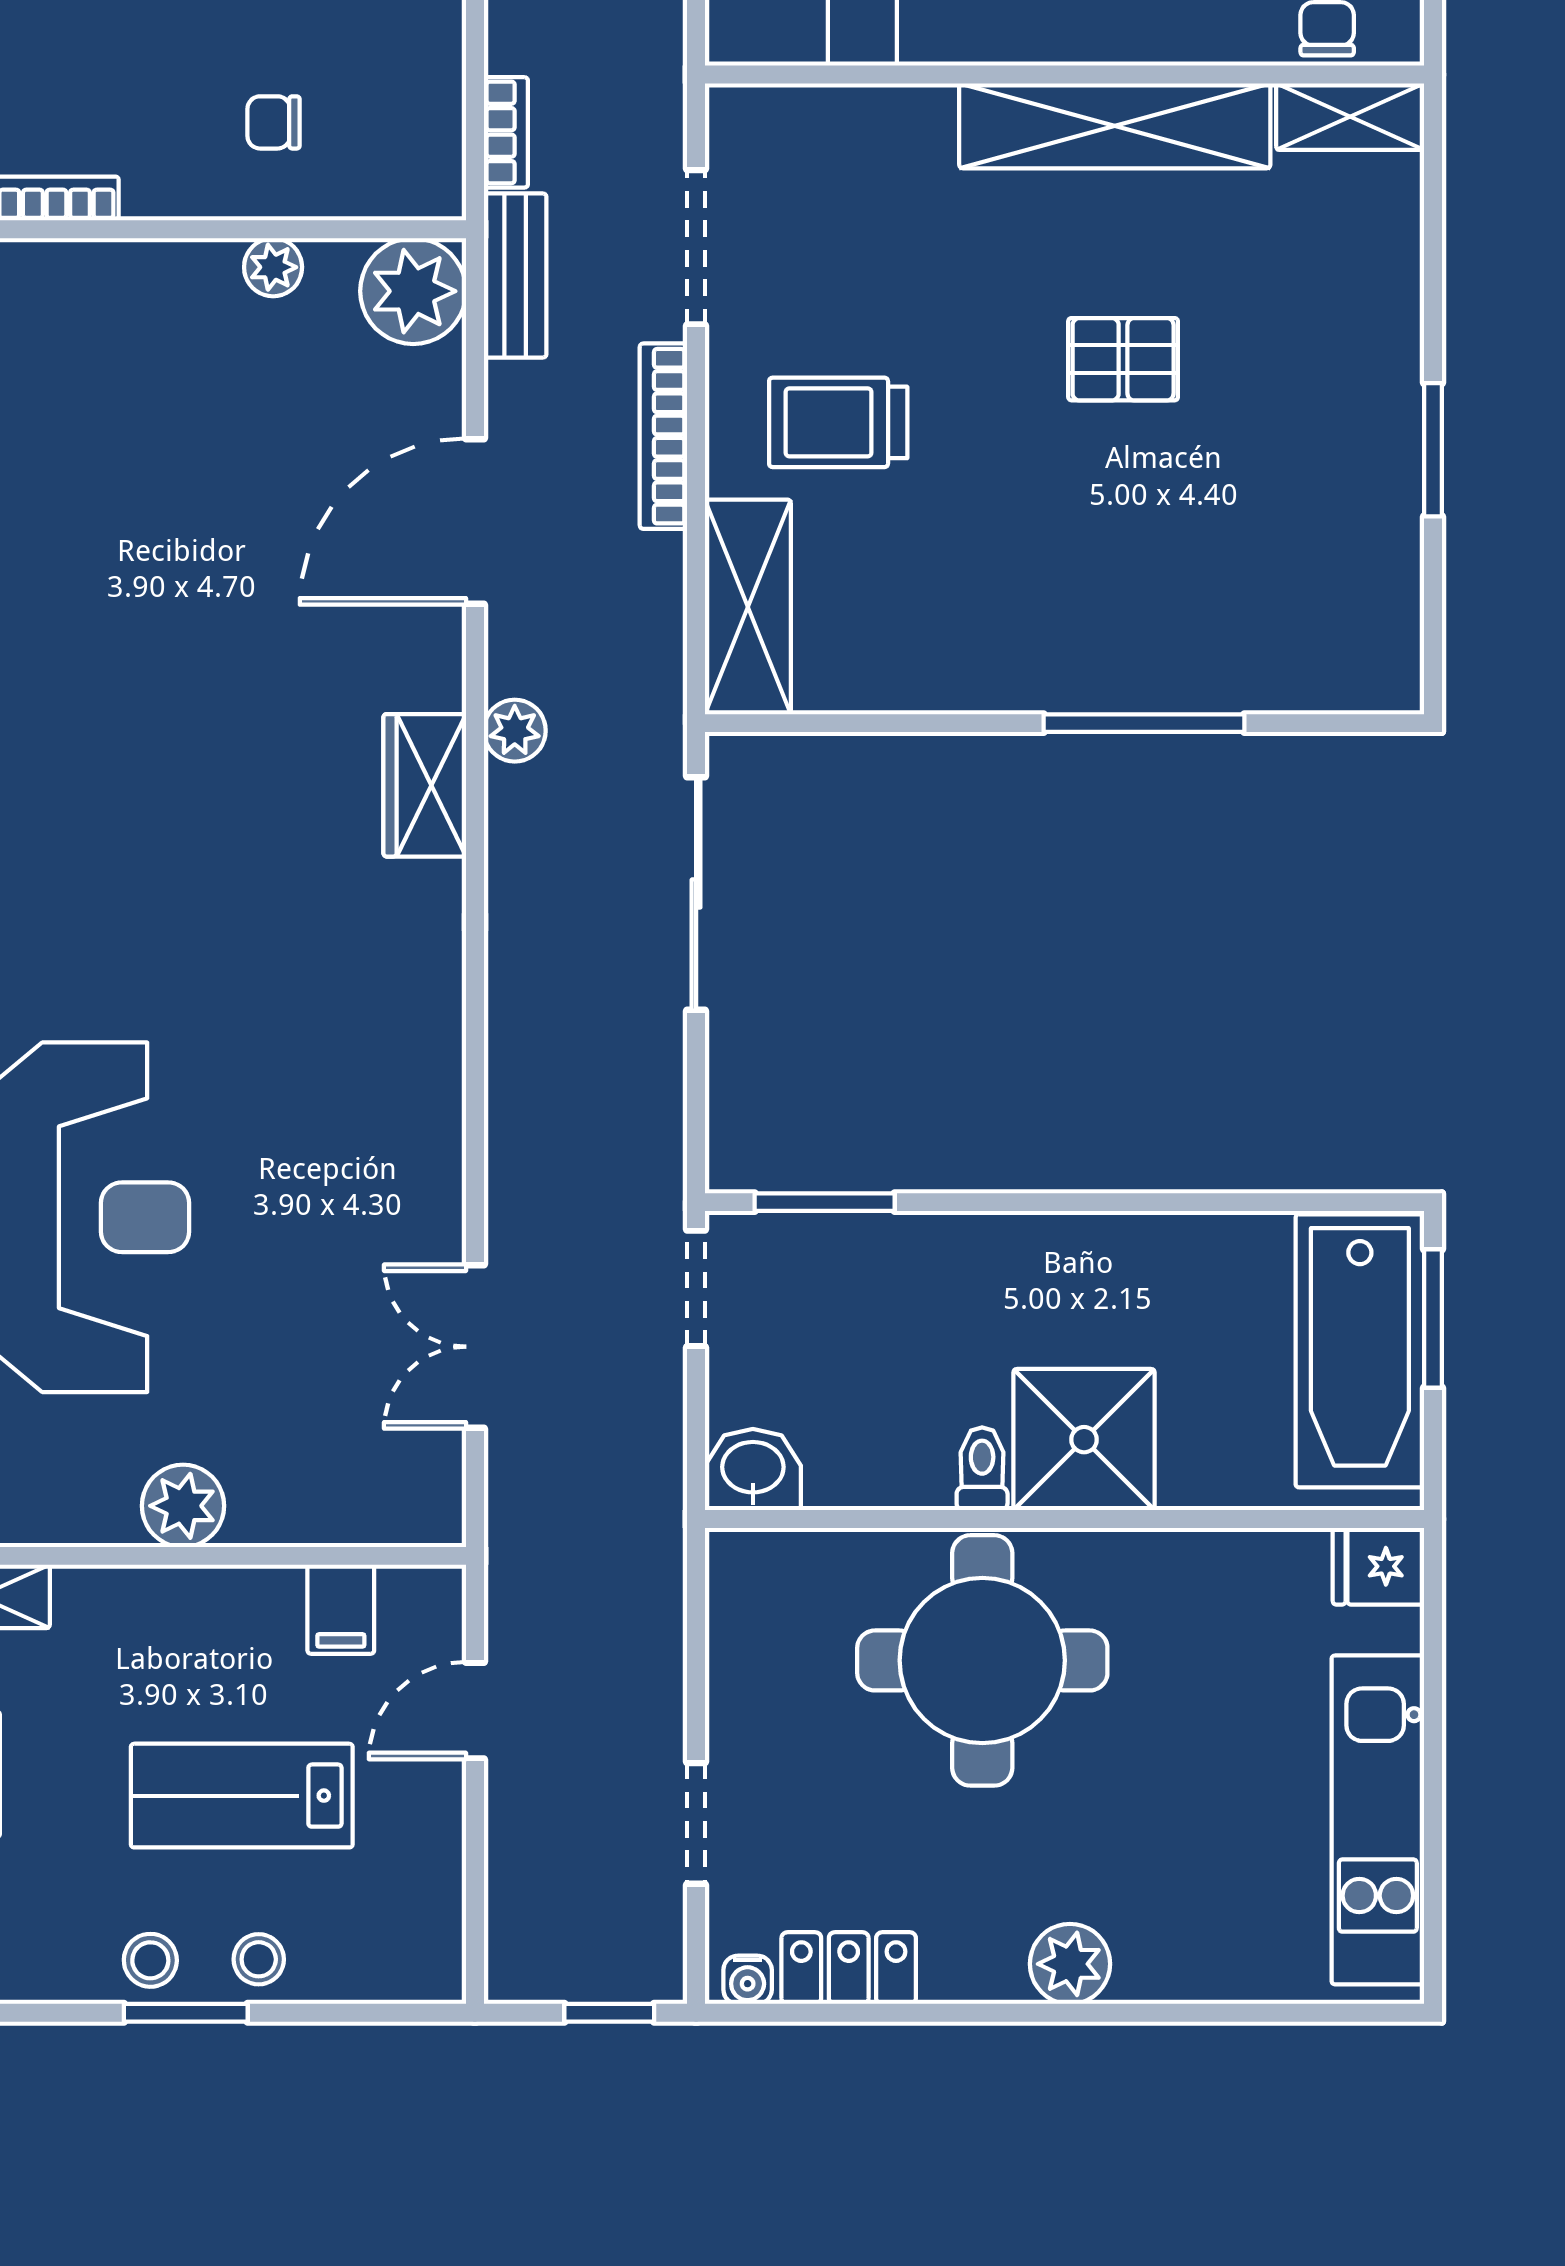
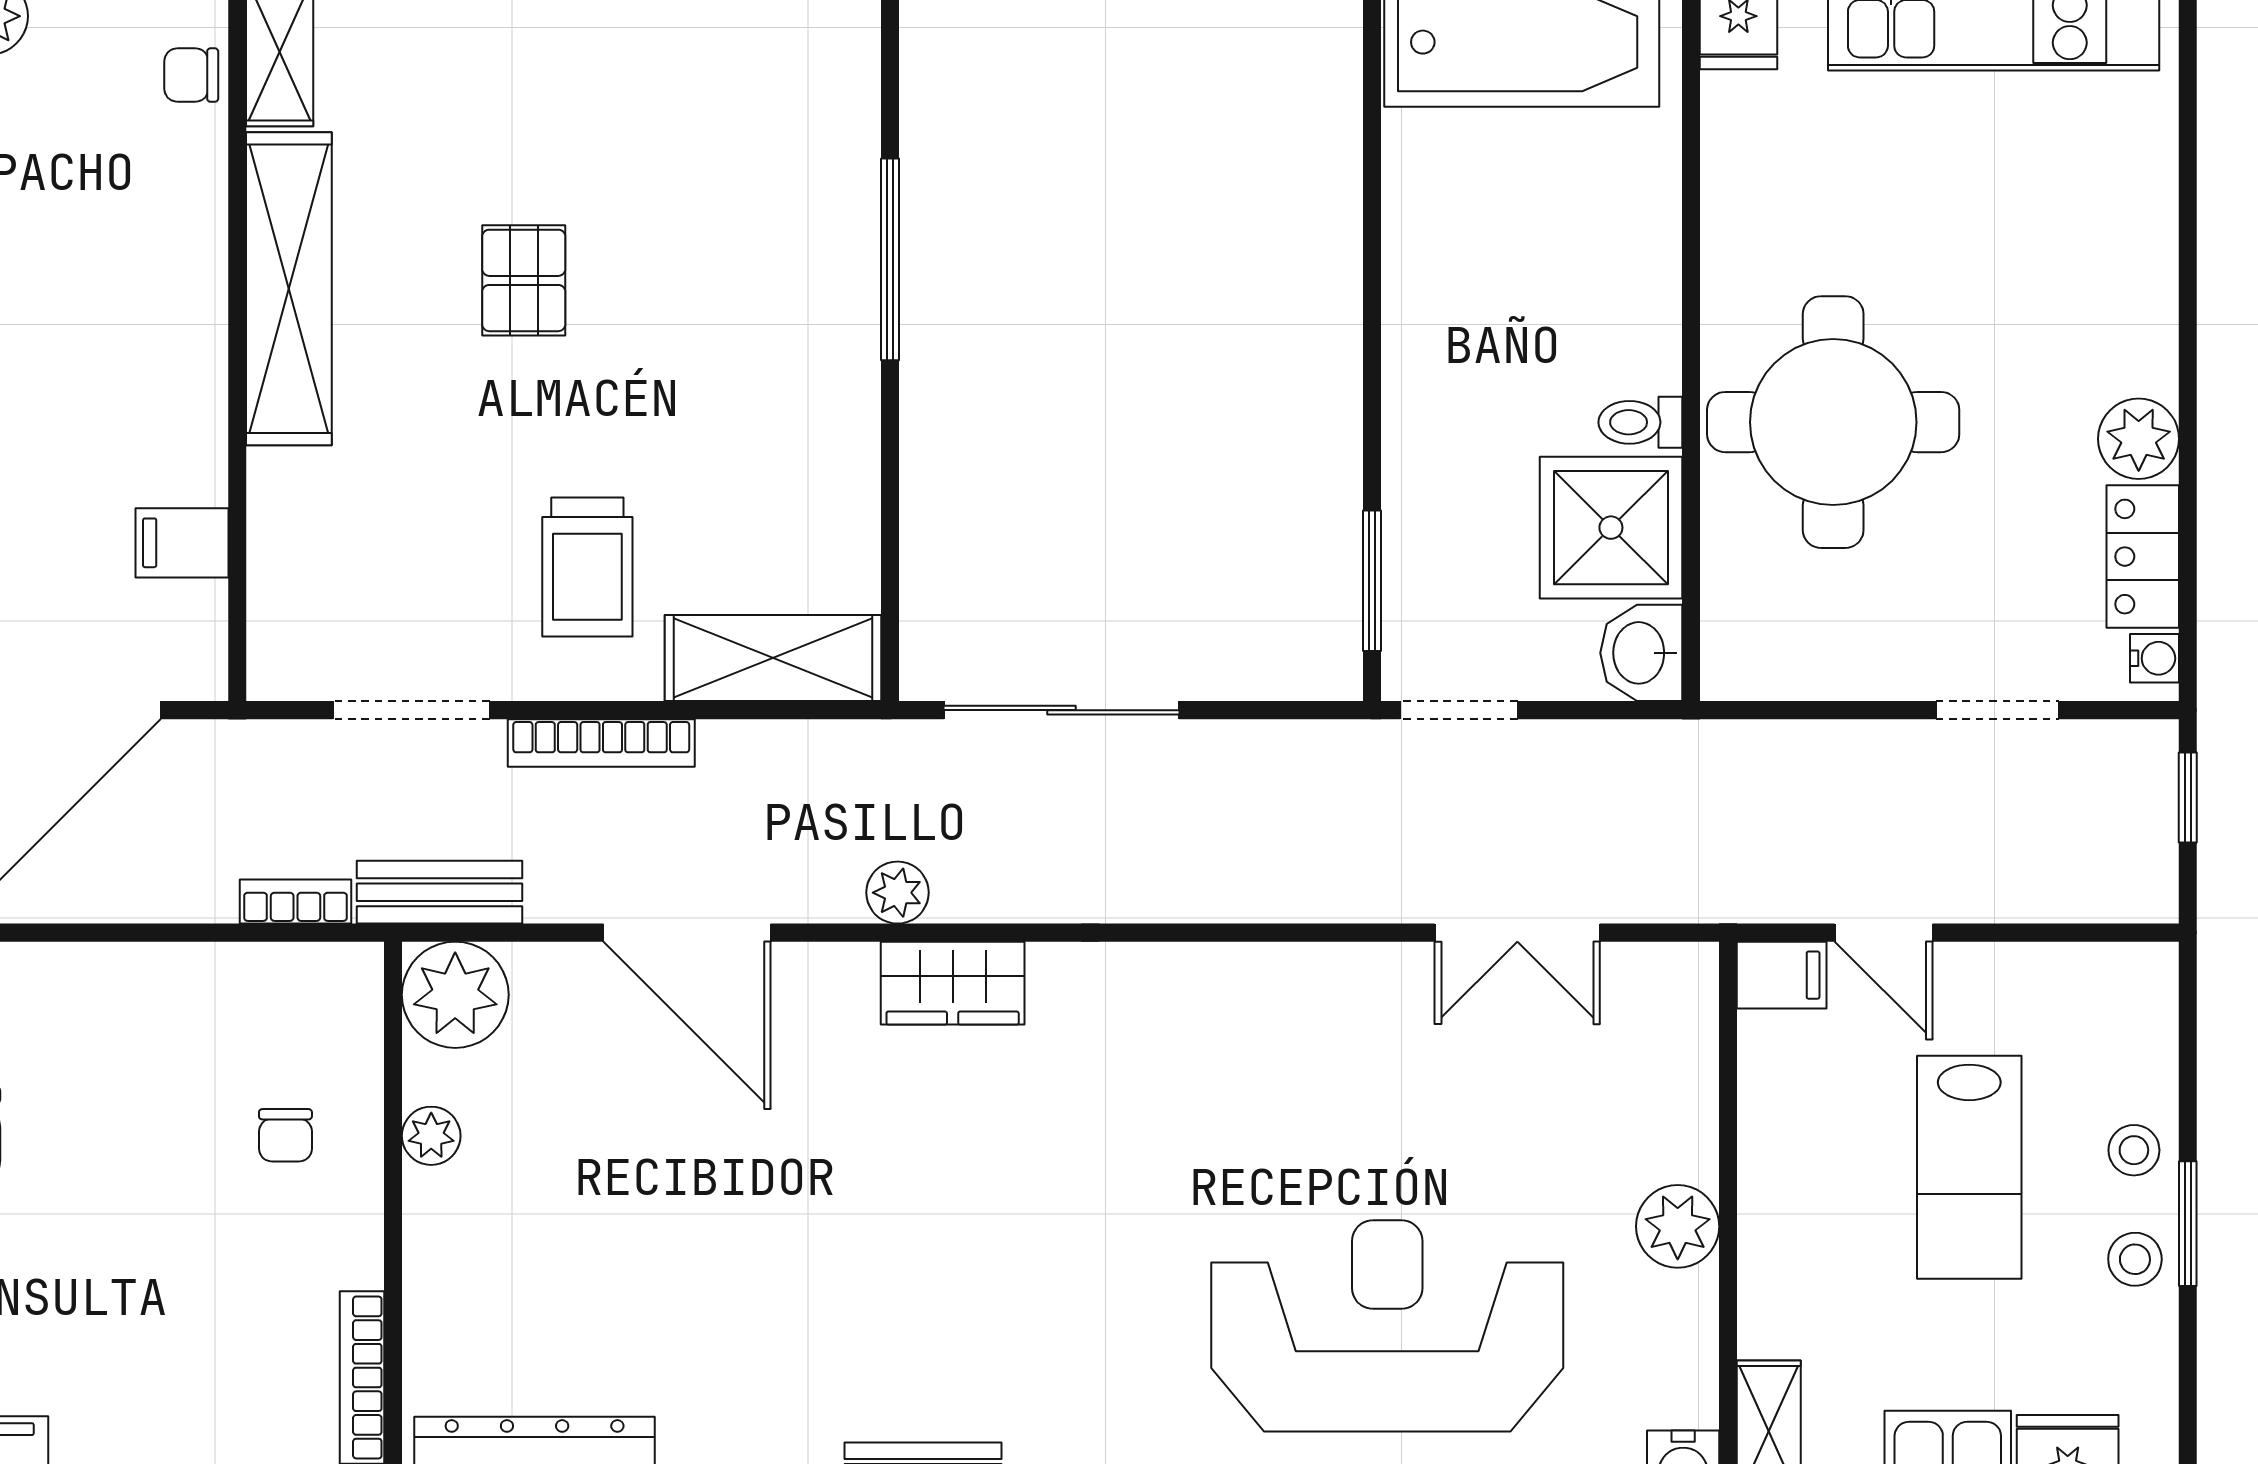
shower: (1084, 1440) -> (1611, 528), moved
filing cabinet: (341, 1609) -> (1782, 975), moved
plant: (1070, 1964) -> (2139, 439), moved

